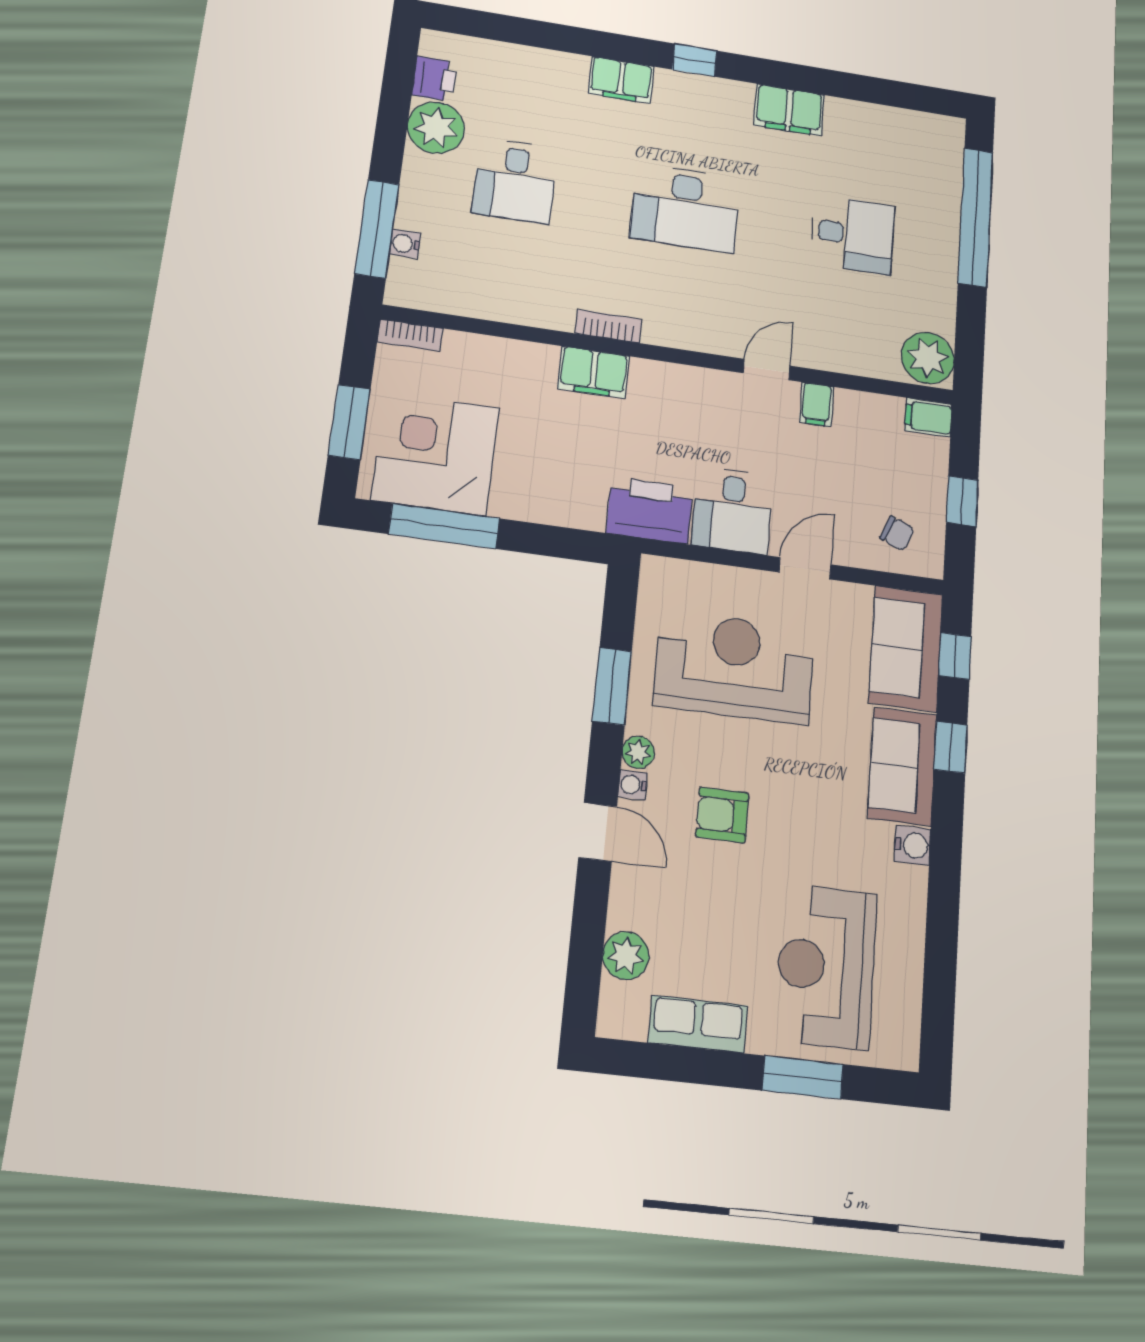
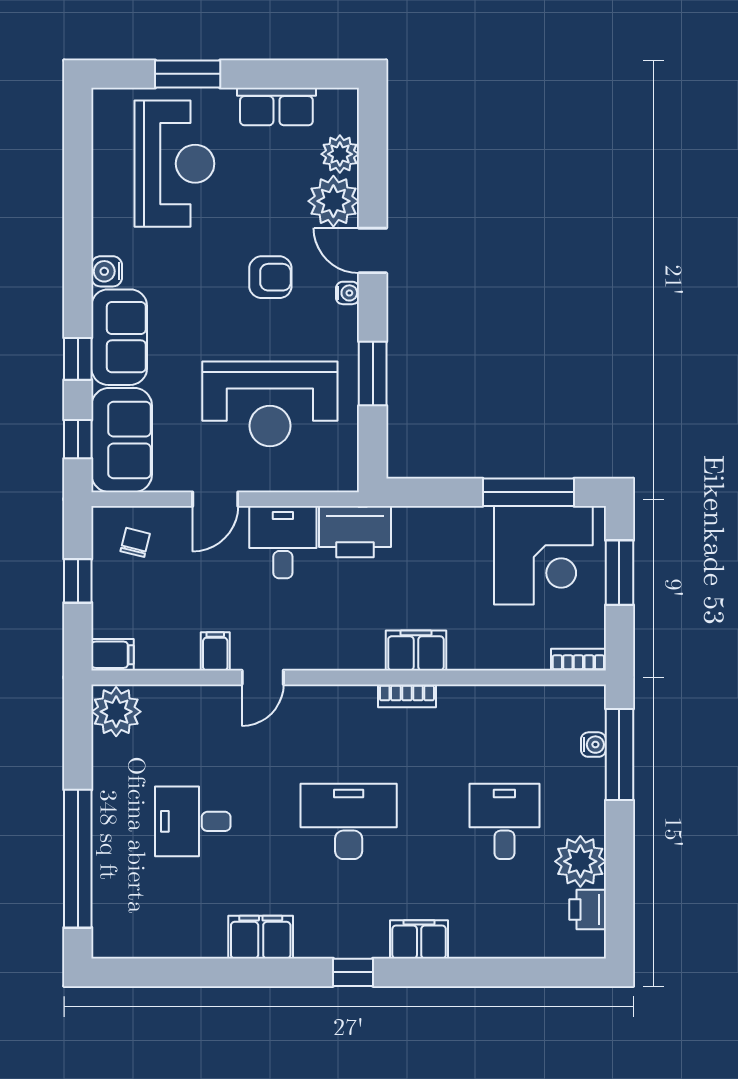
chair: (897, 533) -> (135, 542), turned 81
plant: (638, 752) -> (333, 201), moved, width x1.88, depth x1.88

